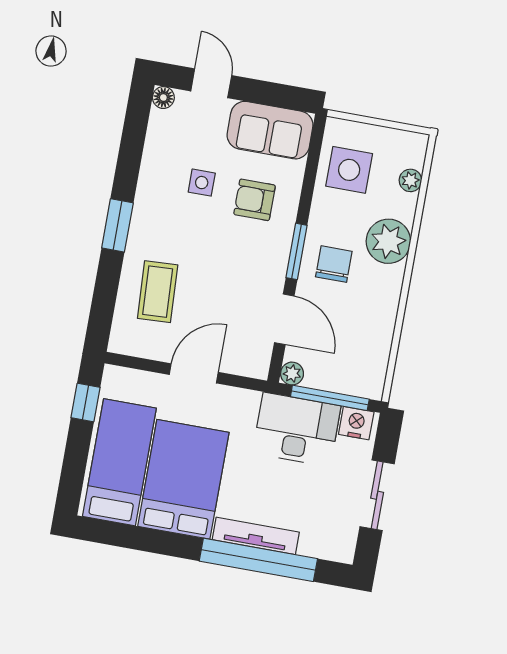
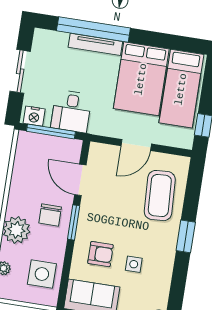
coffee table: (158, 292) -> (160, 196), width x1.36, depth x1.32
plant: (292, 374) -> (75, 146), removed
desk: (297, 430) -> (71, 111), width x0.73

